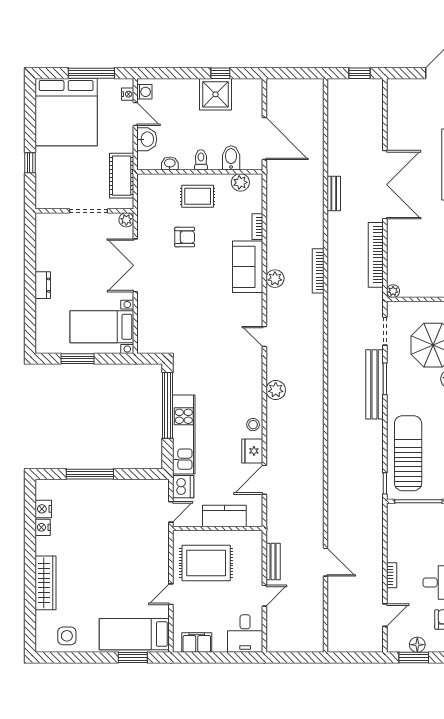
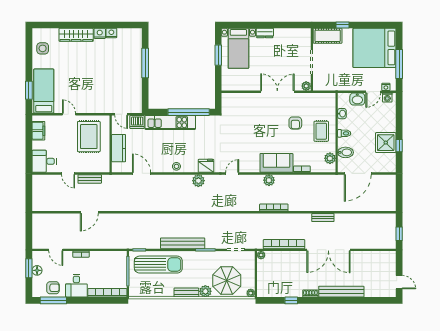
cot: (122, 176) -> (328, 36), moved
bed with nightstands: (102, 327) -> (238, 48), moved, turned 180
bench: (375, 384) -> (183, 243), moved
fridge: (252, 451) -> (206, 166), moved
nightstand: (43, 509) -> (100, 33), moved

